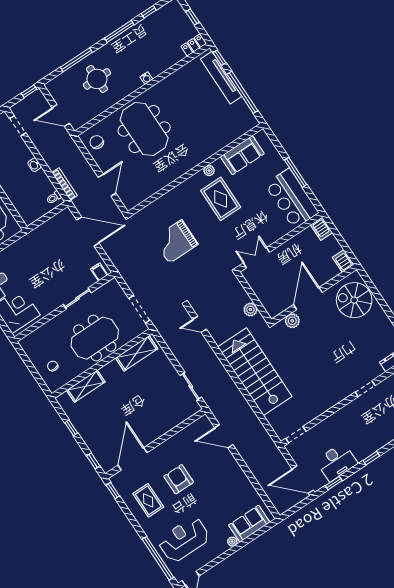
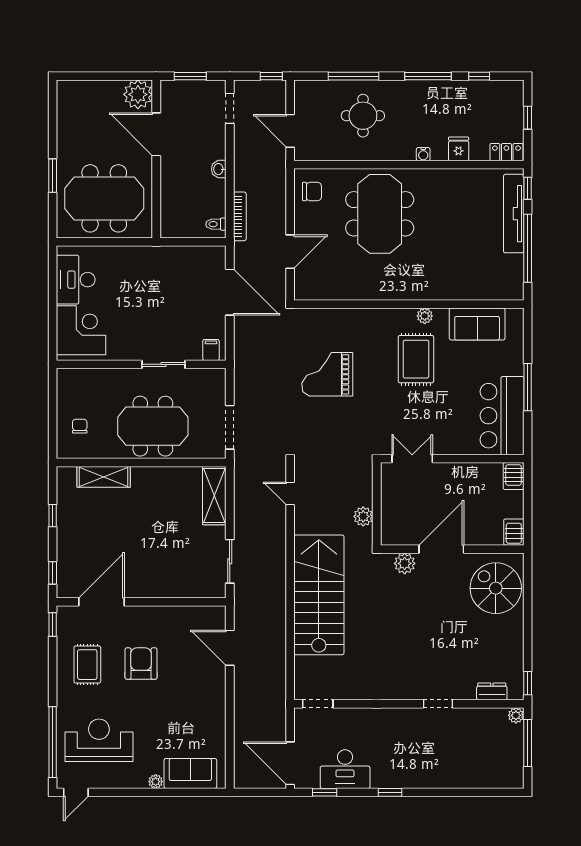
fridge: (165, 62) -> (459, 149), added
chair: (97, 142) -> (312, 192), turned 90
shelving: (137, 353) -> (214, 496), moved, turned 90

